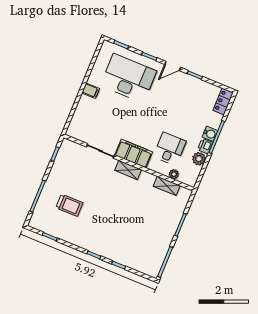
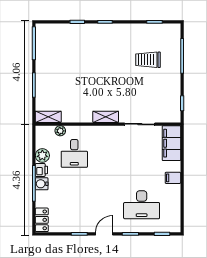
desk: (128, 78) -> (142, 205), width x0.73, depth x0.77
filing cabinet: (134, 153) -> (171, 143), moved, turned 90
shelving: (167, 186) -> (48, 117), moved

